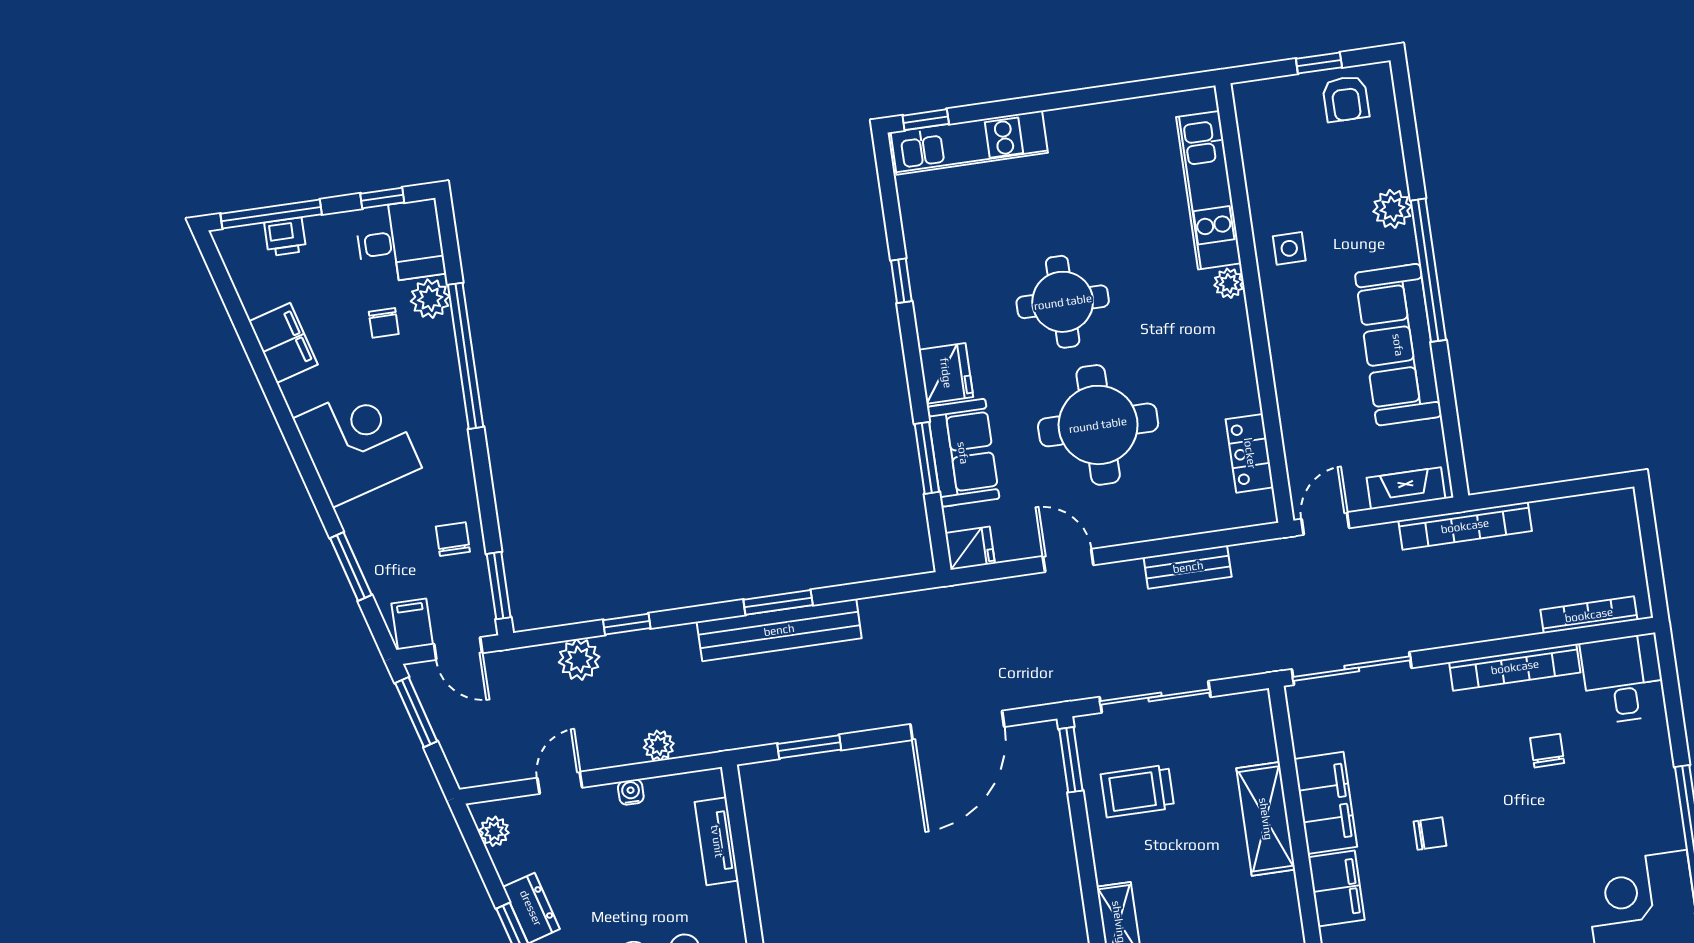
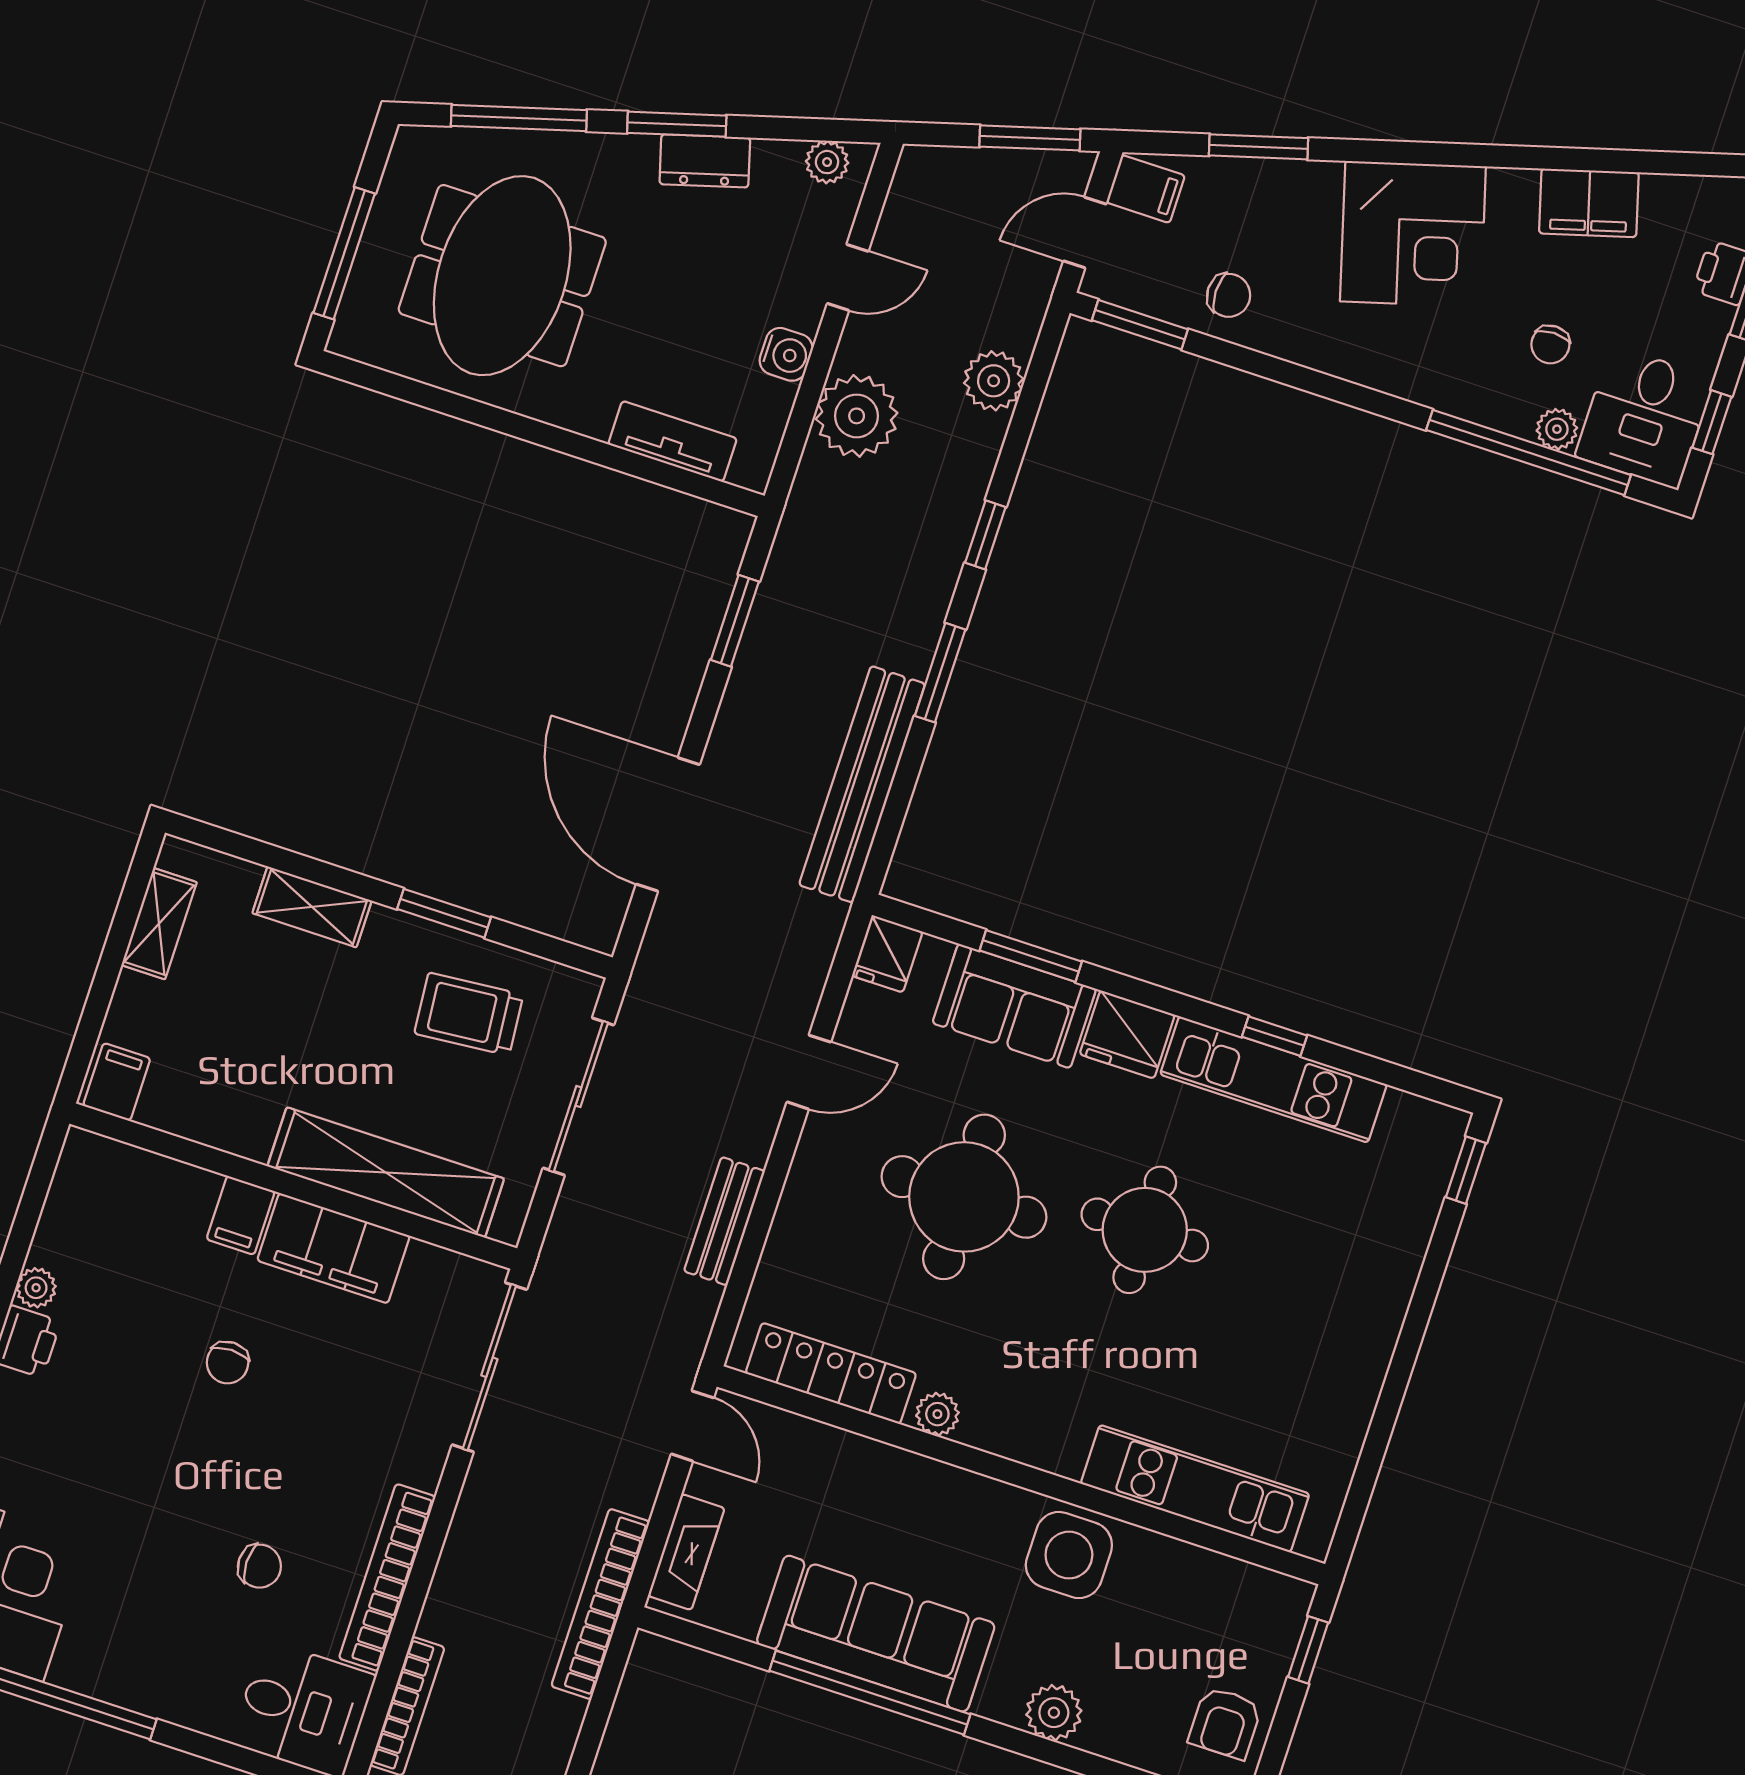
window: (1319, 63) -> (1308, 1650), moved
armchair: (1346, 99) -> (1225, 1723), turned -90
kitchen unit: (969, 143) -> (1274, 1079), moved, turned -90
side table: (1289, 248) -> (1069, 1555), width x1.87, depth x1.87
window: (1428, 270) -> (870, 1693), moved
plant: (1229, 283) -> (937, 1414), moved
plant: (430, 299) -> (1557, 429), width x0.73, depth x0.73
chair: (384, 323) -> (1550, 344), turned -90
window: (466, 356) -> (1529, 453), moved
locker: (1250, 453) -> (831, 1373), width x1.53
window: (627, 624) -> (985, 535), moved
bench: (779, 630) -> (862, 784), moved
plant: (659, 746) -> (857, 416), width x1.88, depth x1.88
window: (1071, 760) -> (444, 913), moved
door: (560, 783) -> (848, 277), hinge flipped
trolley: (1137, 791) -> (469, 1014), turned -95
water cooler: (631, 792) -> (786, 354), width x1.38, depth x1.38
shelving: (1266, 819) -> (386, 1172), width x1.47
filing cabinet: (1336, 888) -> (241, 1215), width x0.50

